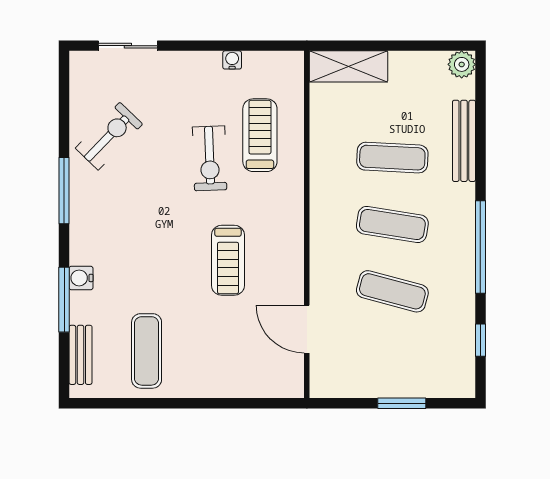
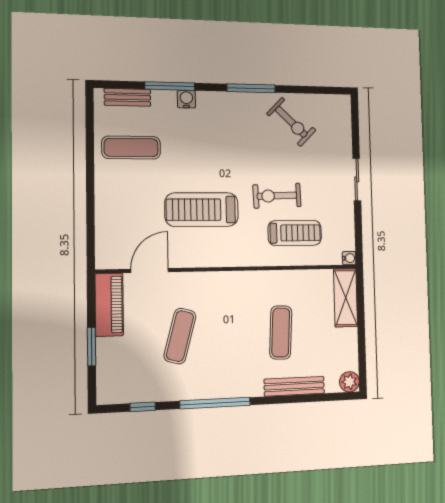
sliding door: (128, 46) -> (357, 179), moved
water cooler: (232, 60) -> (349, 258), moved
exercise mat: (392, 224) -> (231, 334), removed
treadmill: (228, 260) -> (202, 210), width x1.37, depth x1.38
piano: (349, 381) -> (109, 305), added

